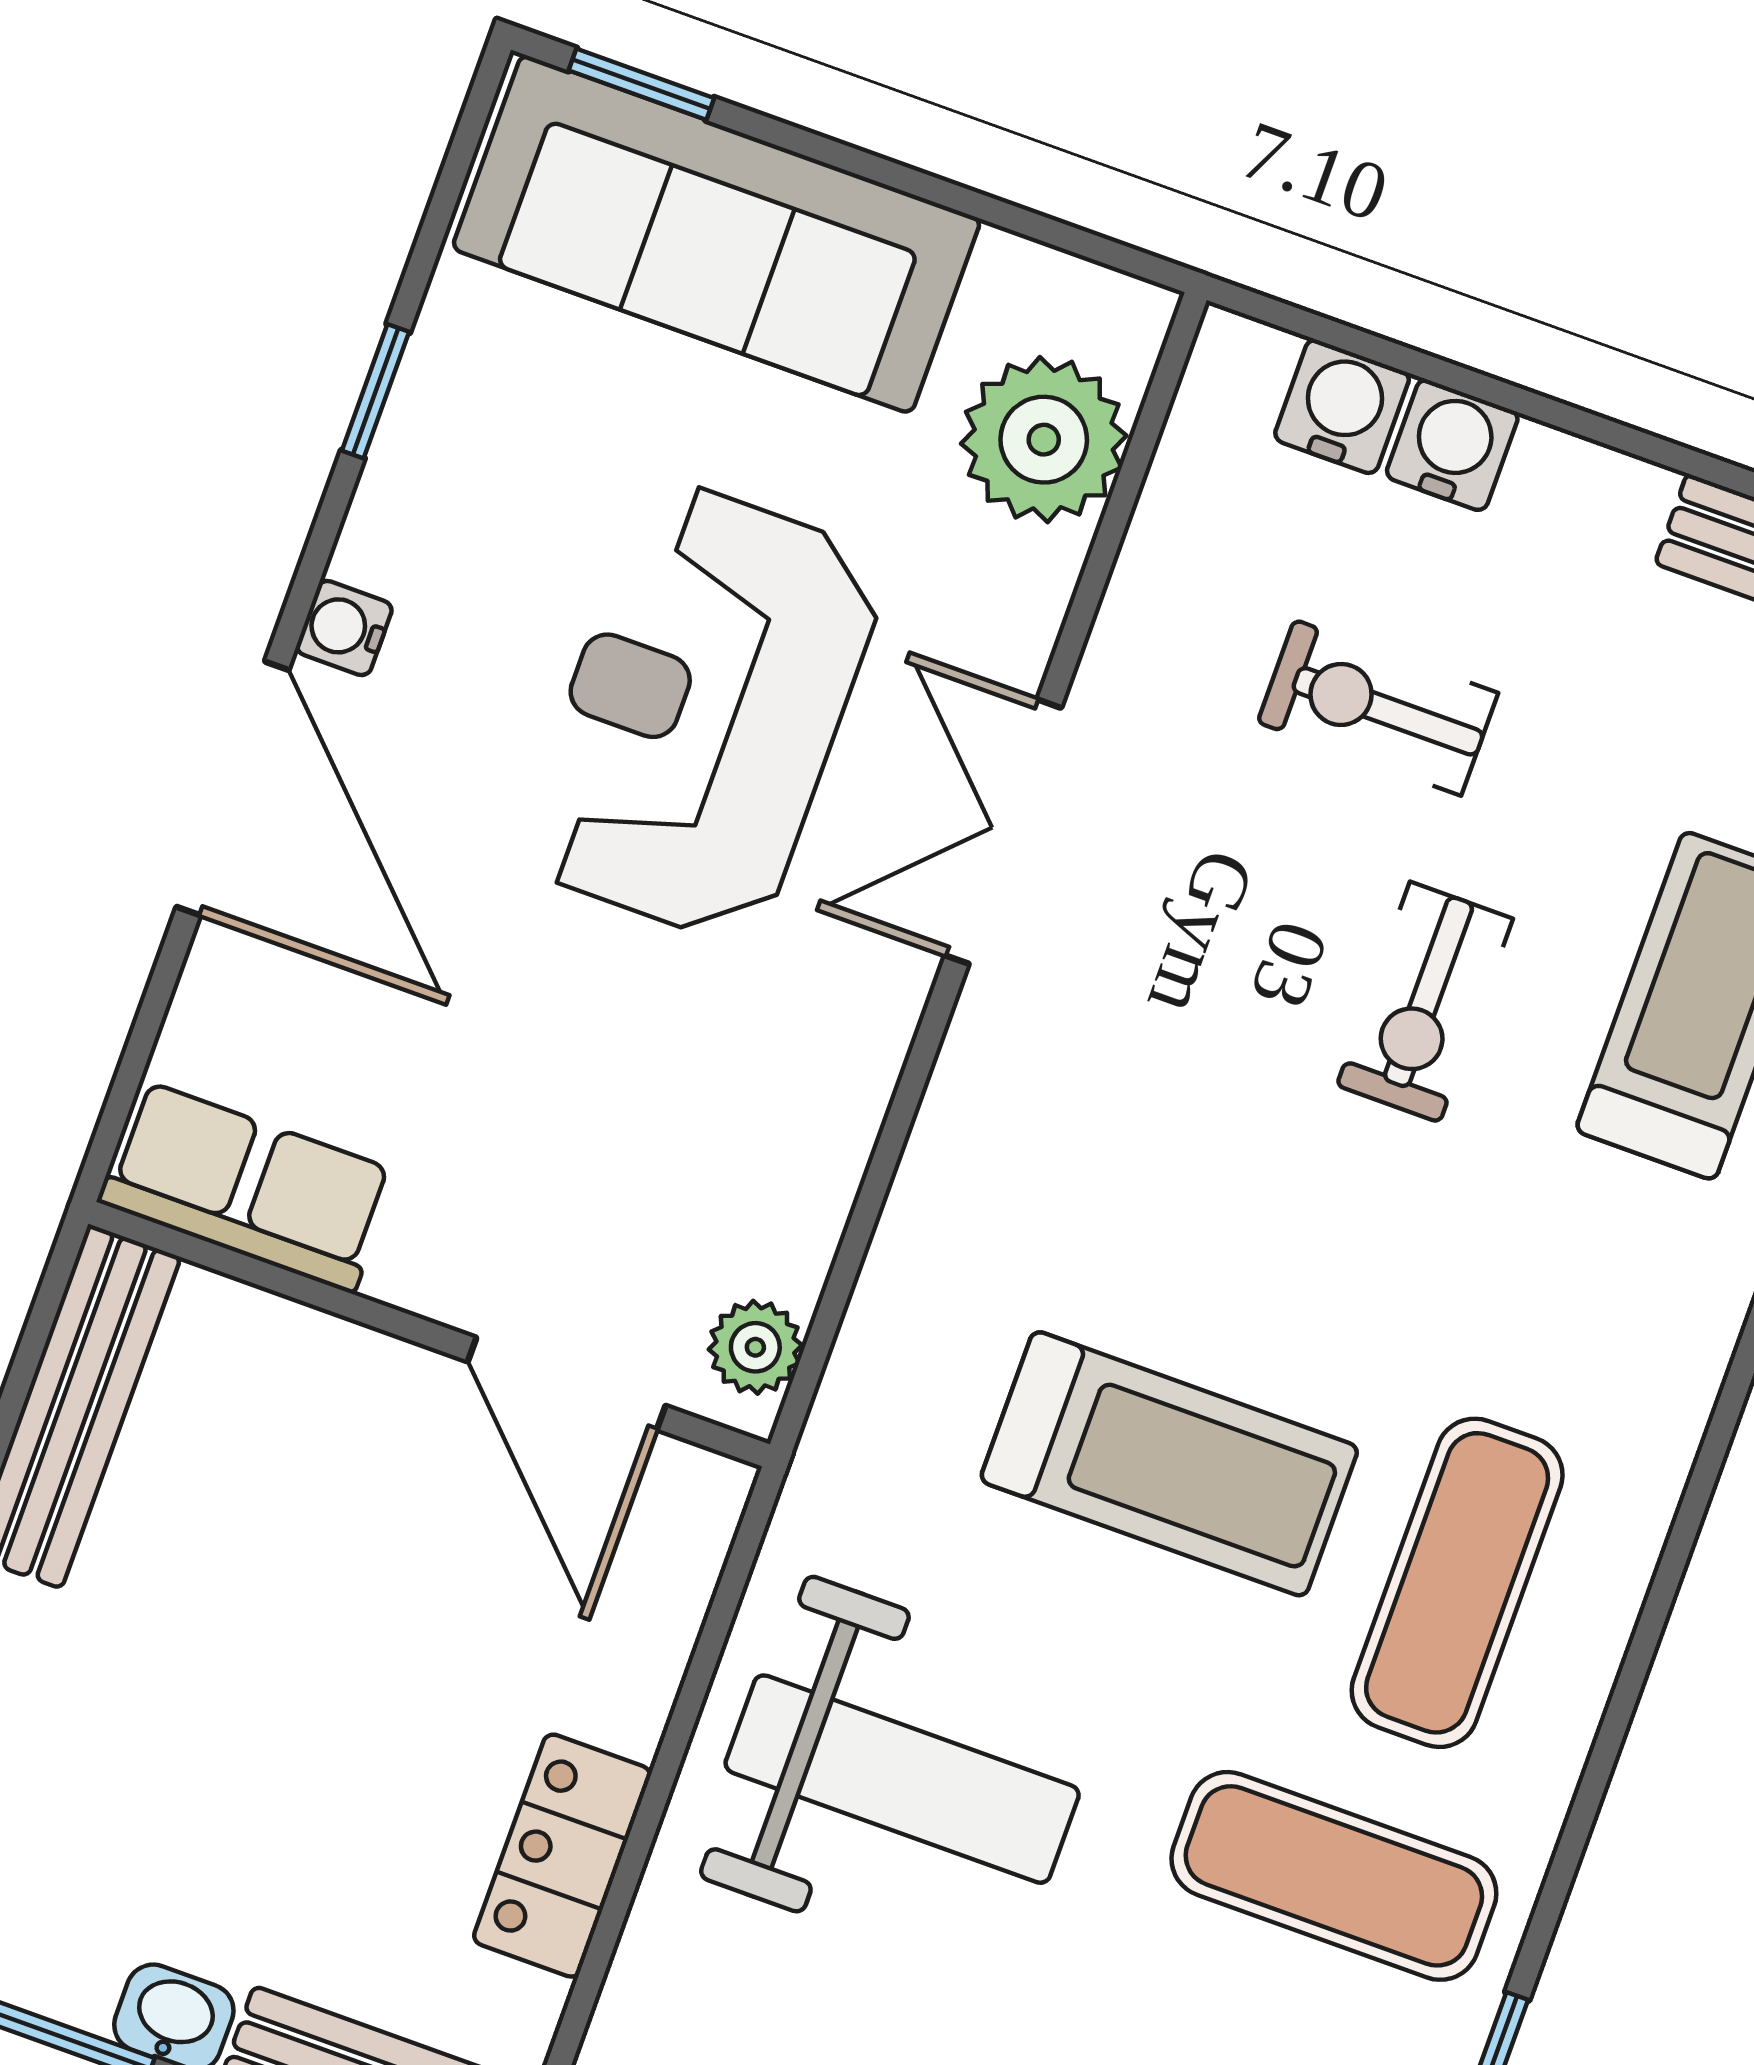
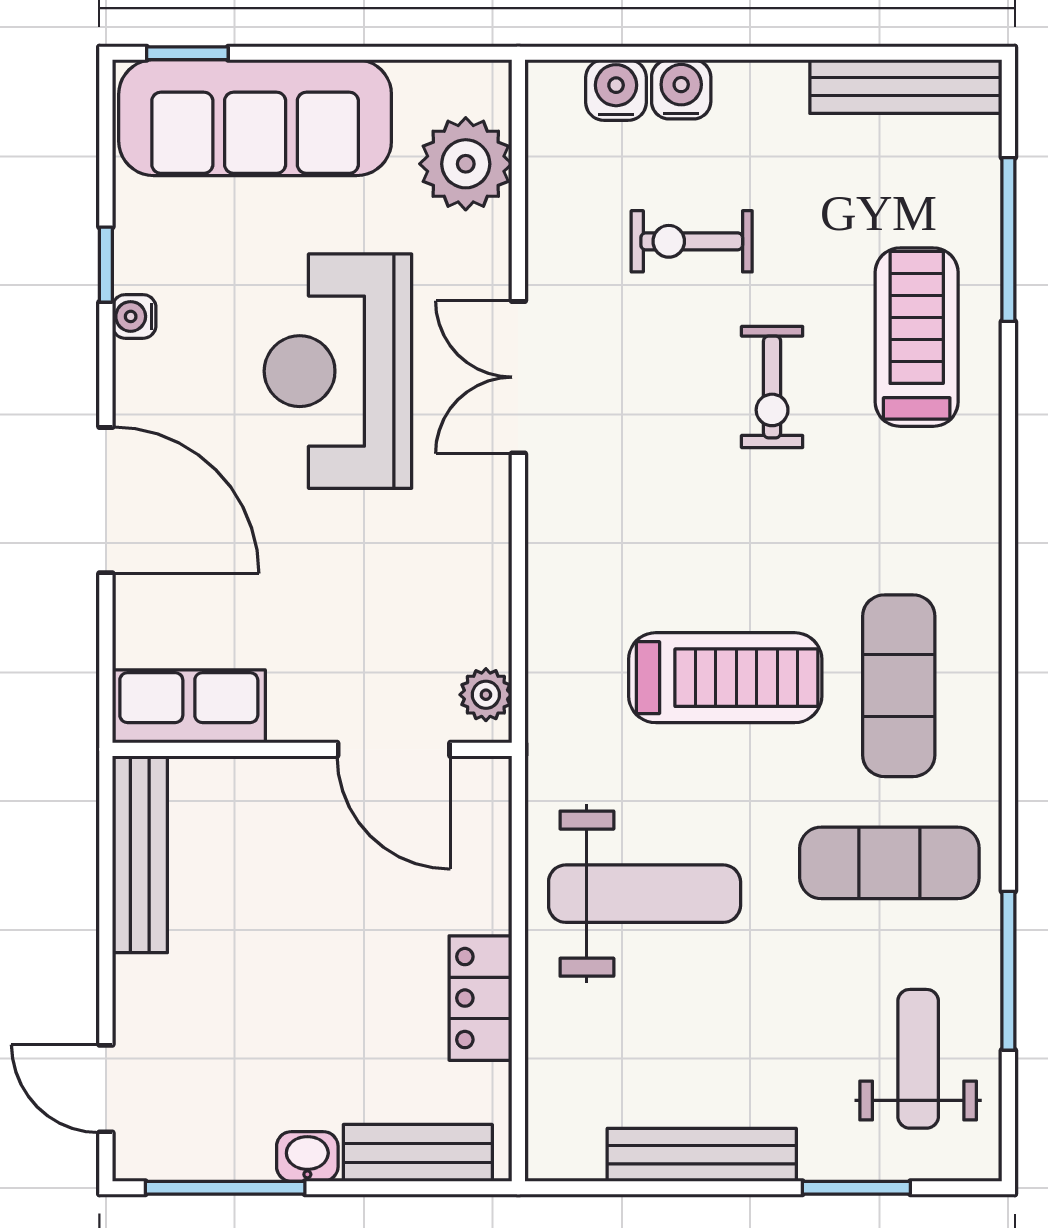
water cooler: (344, 628) -> (134, 316), moved

